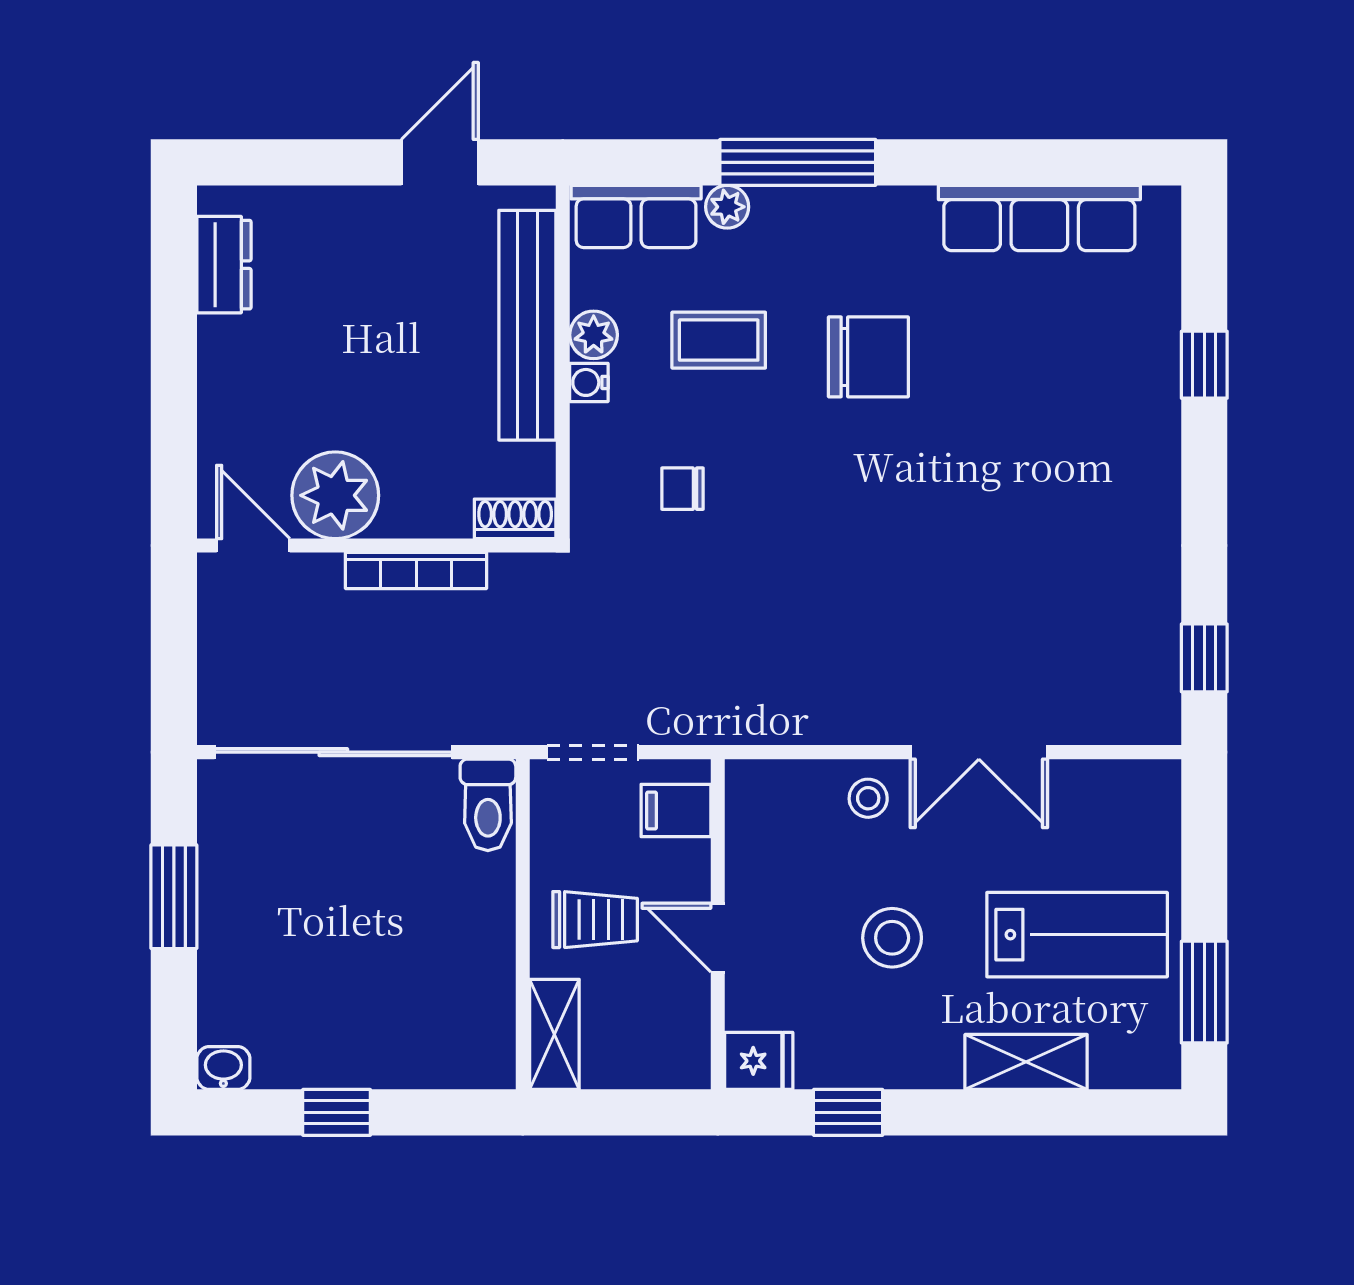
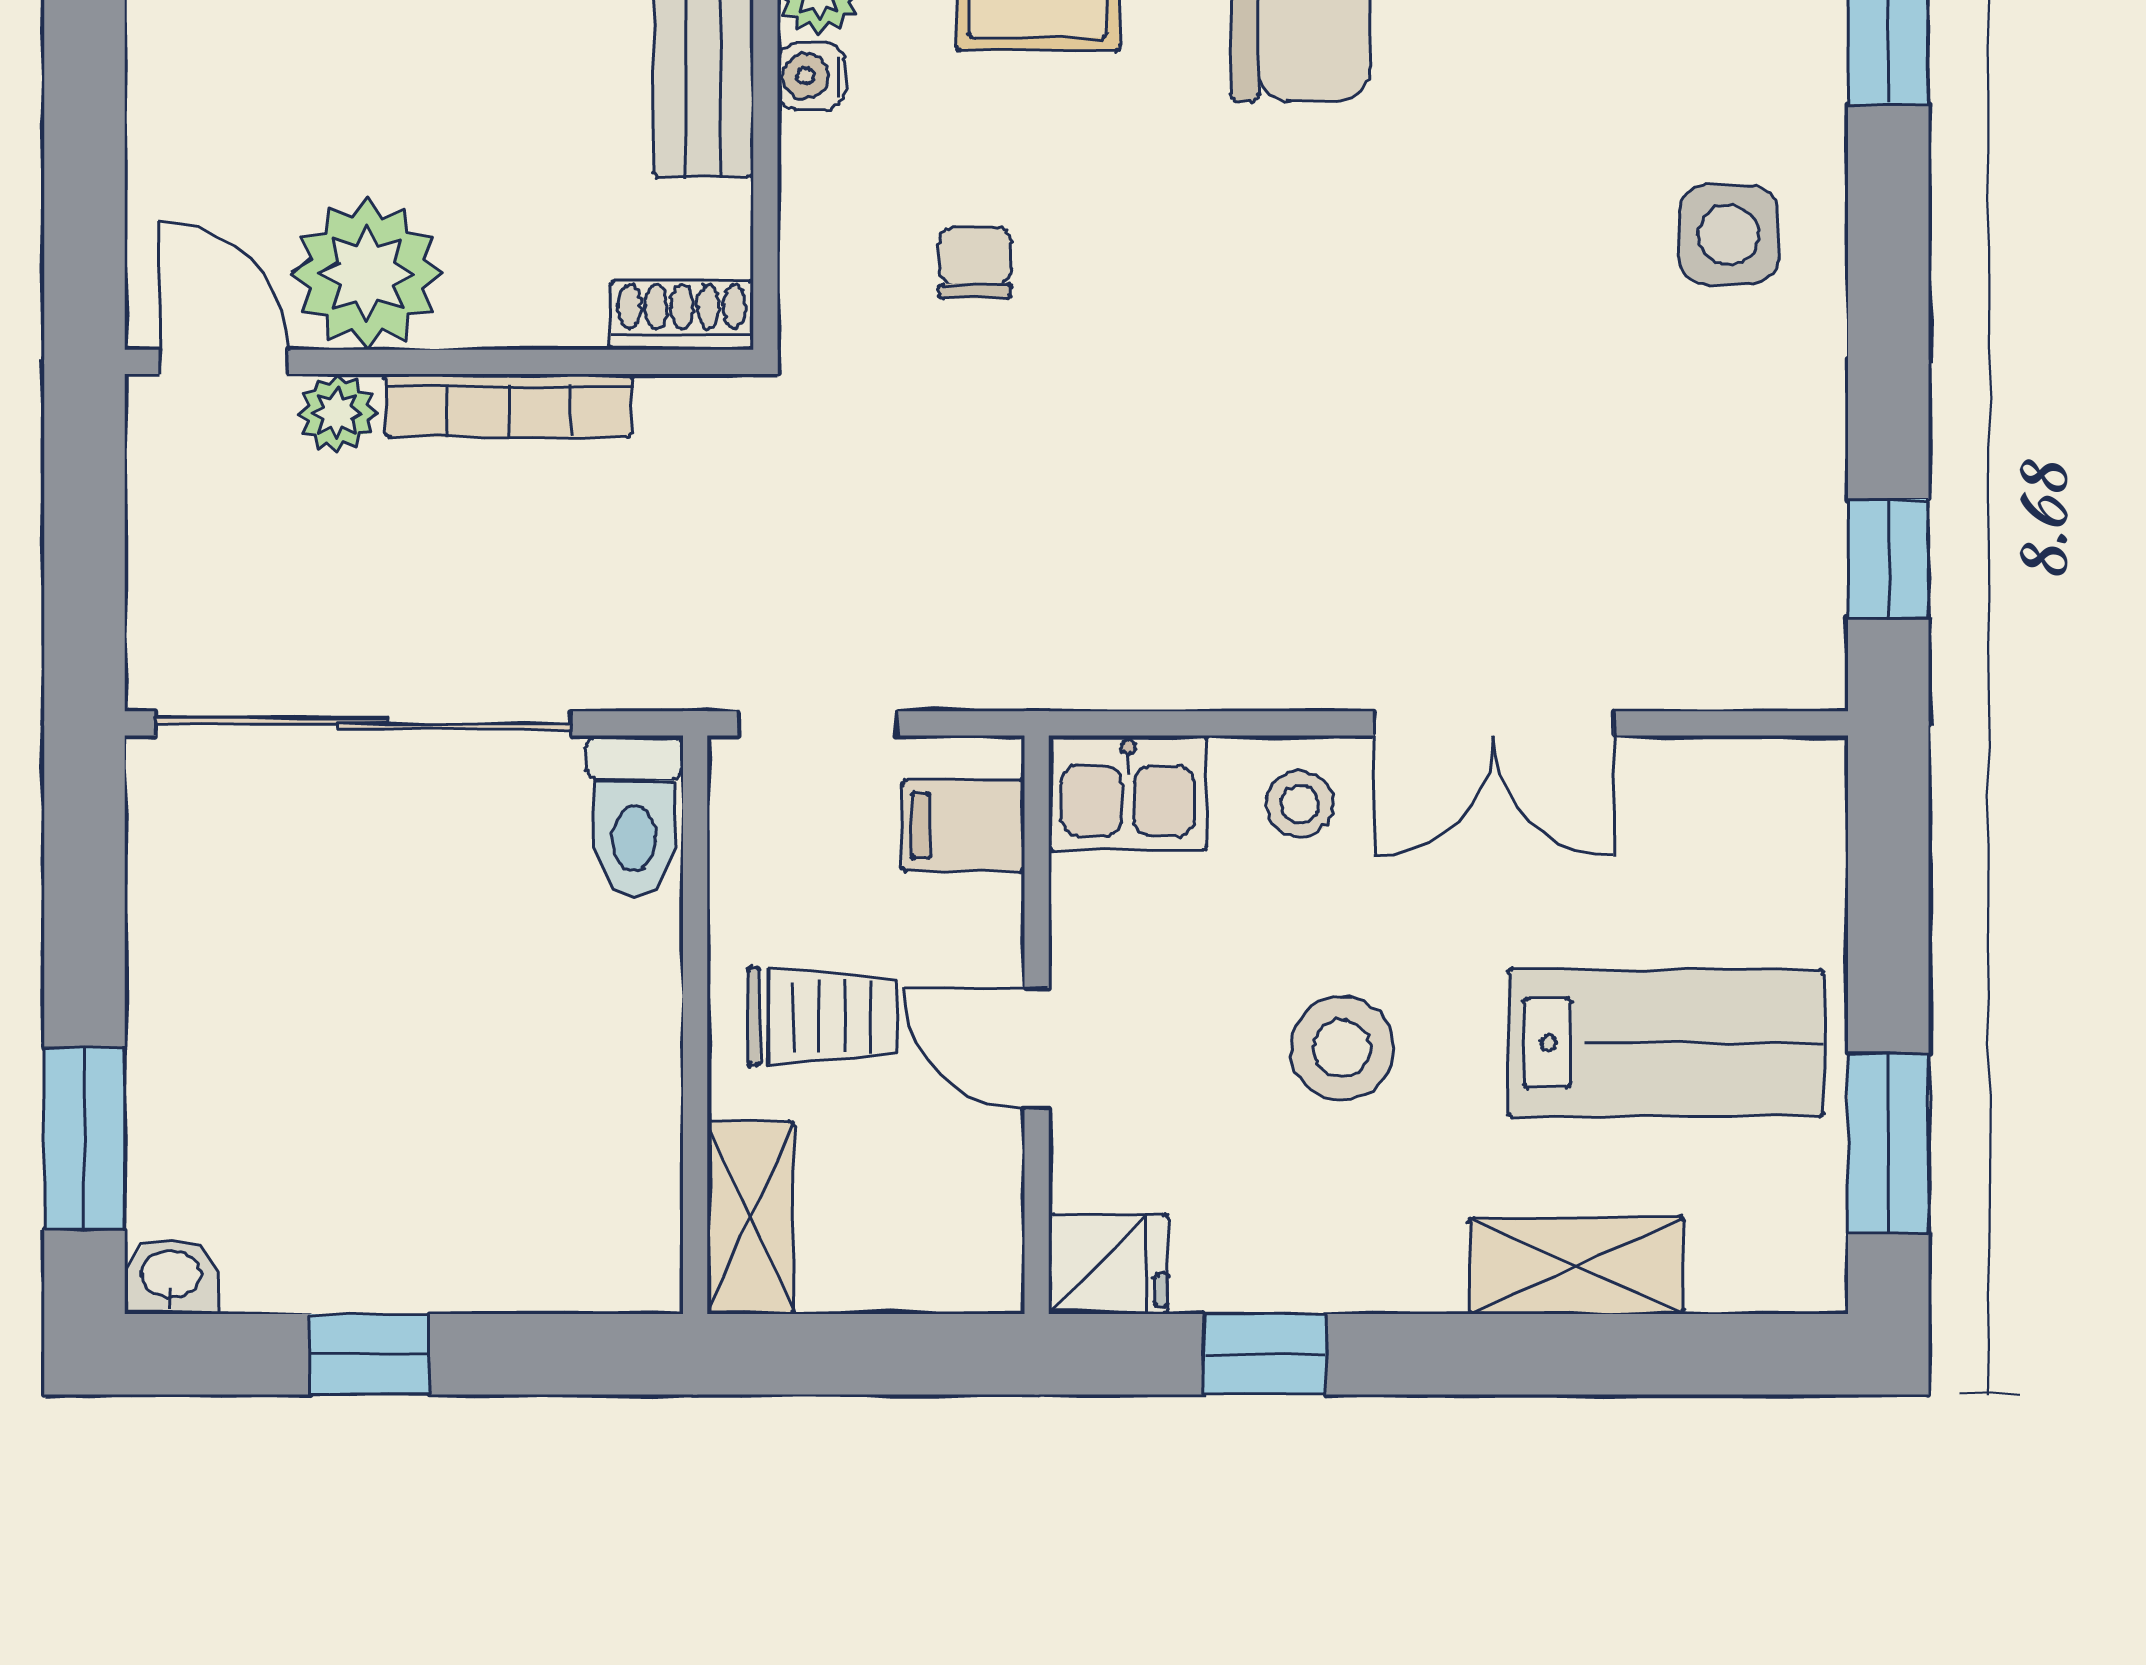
side table: (1113, 473) -> (1728, 235), added
chair: (683, 489) -> (975, 262), turned 90
plant: (318, 575) -> (337, 413), added
kitchen sink: (770, 792) -> (1128, 793), added
window: (174, 897) -> (84, 1139), moved

